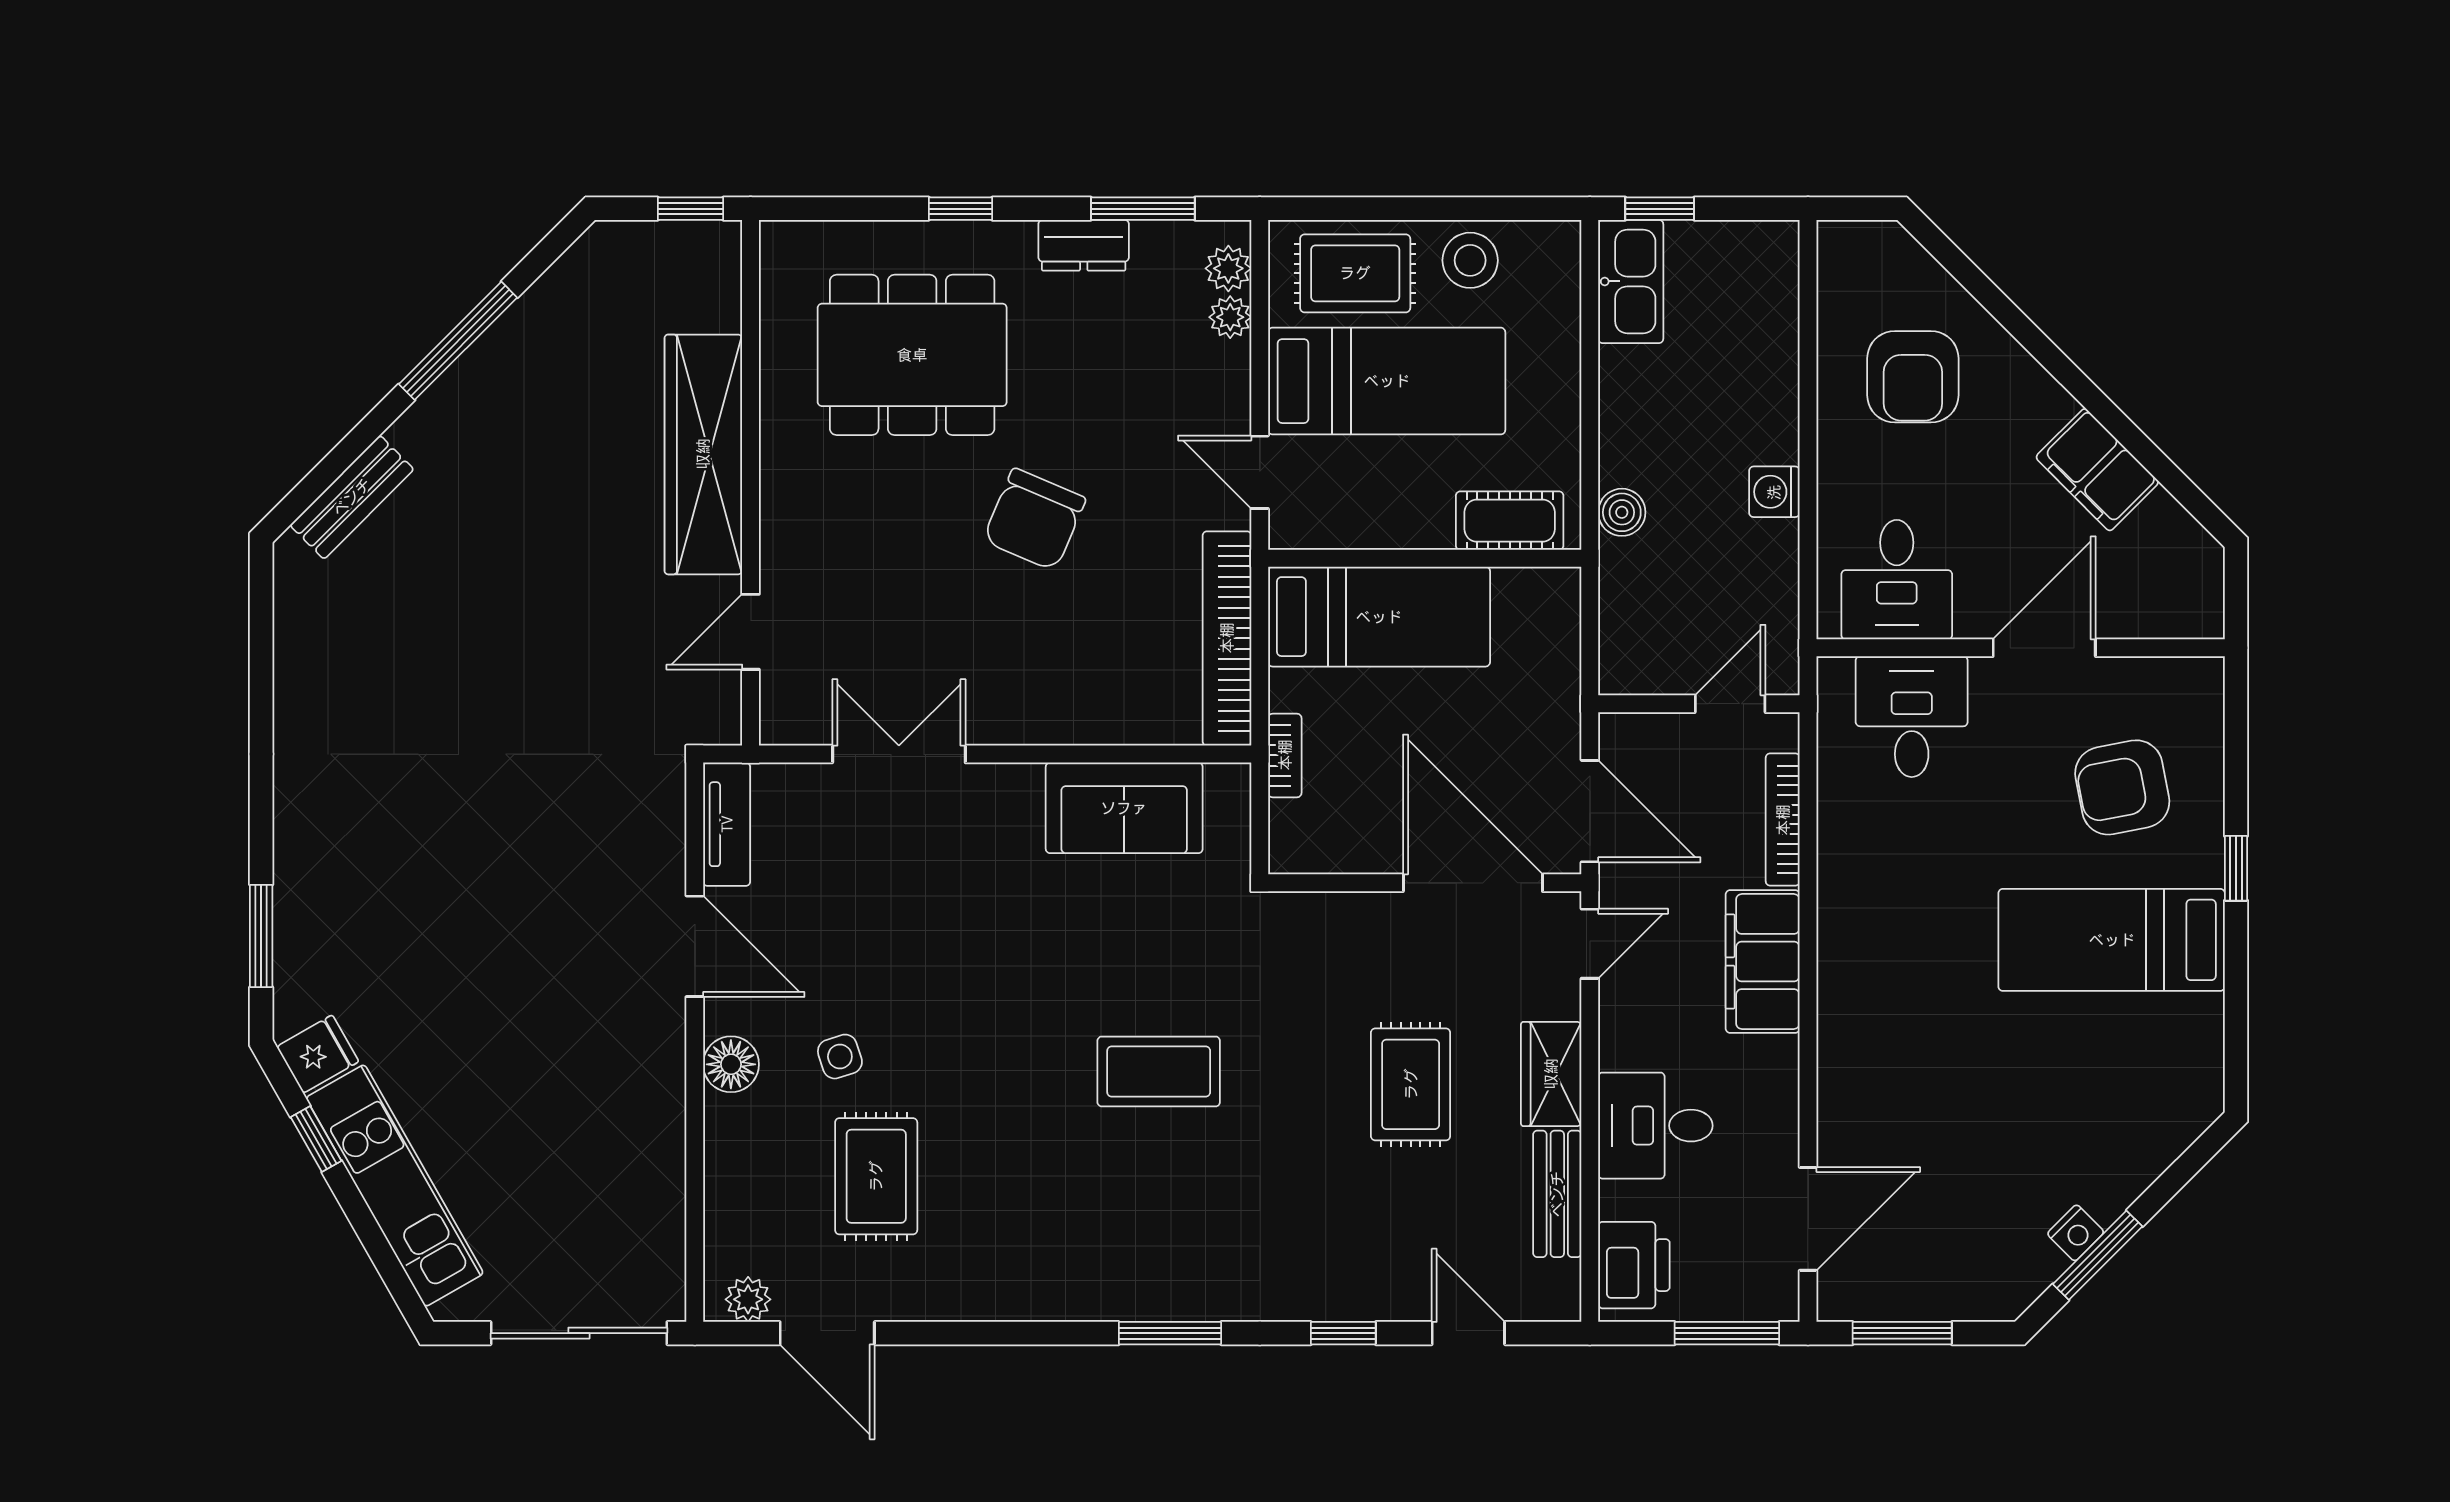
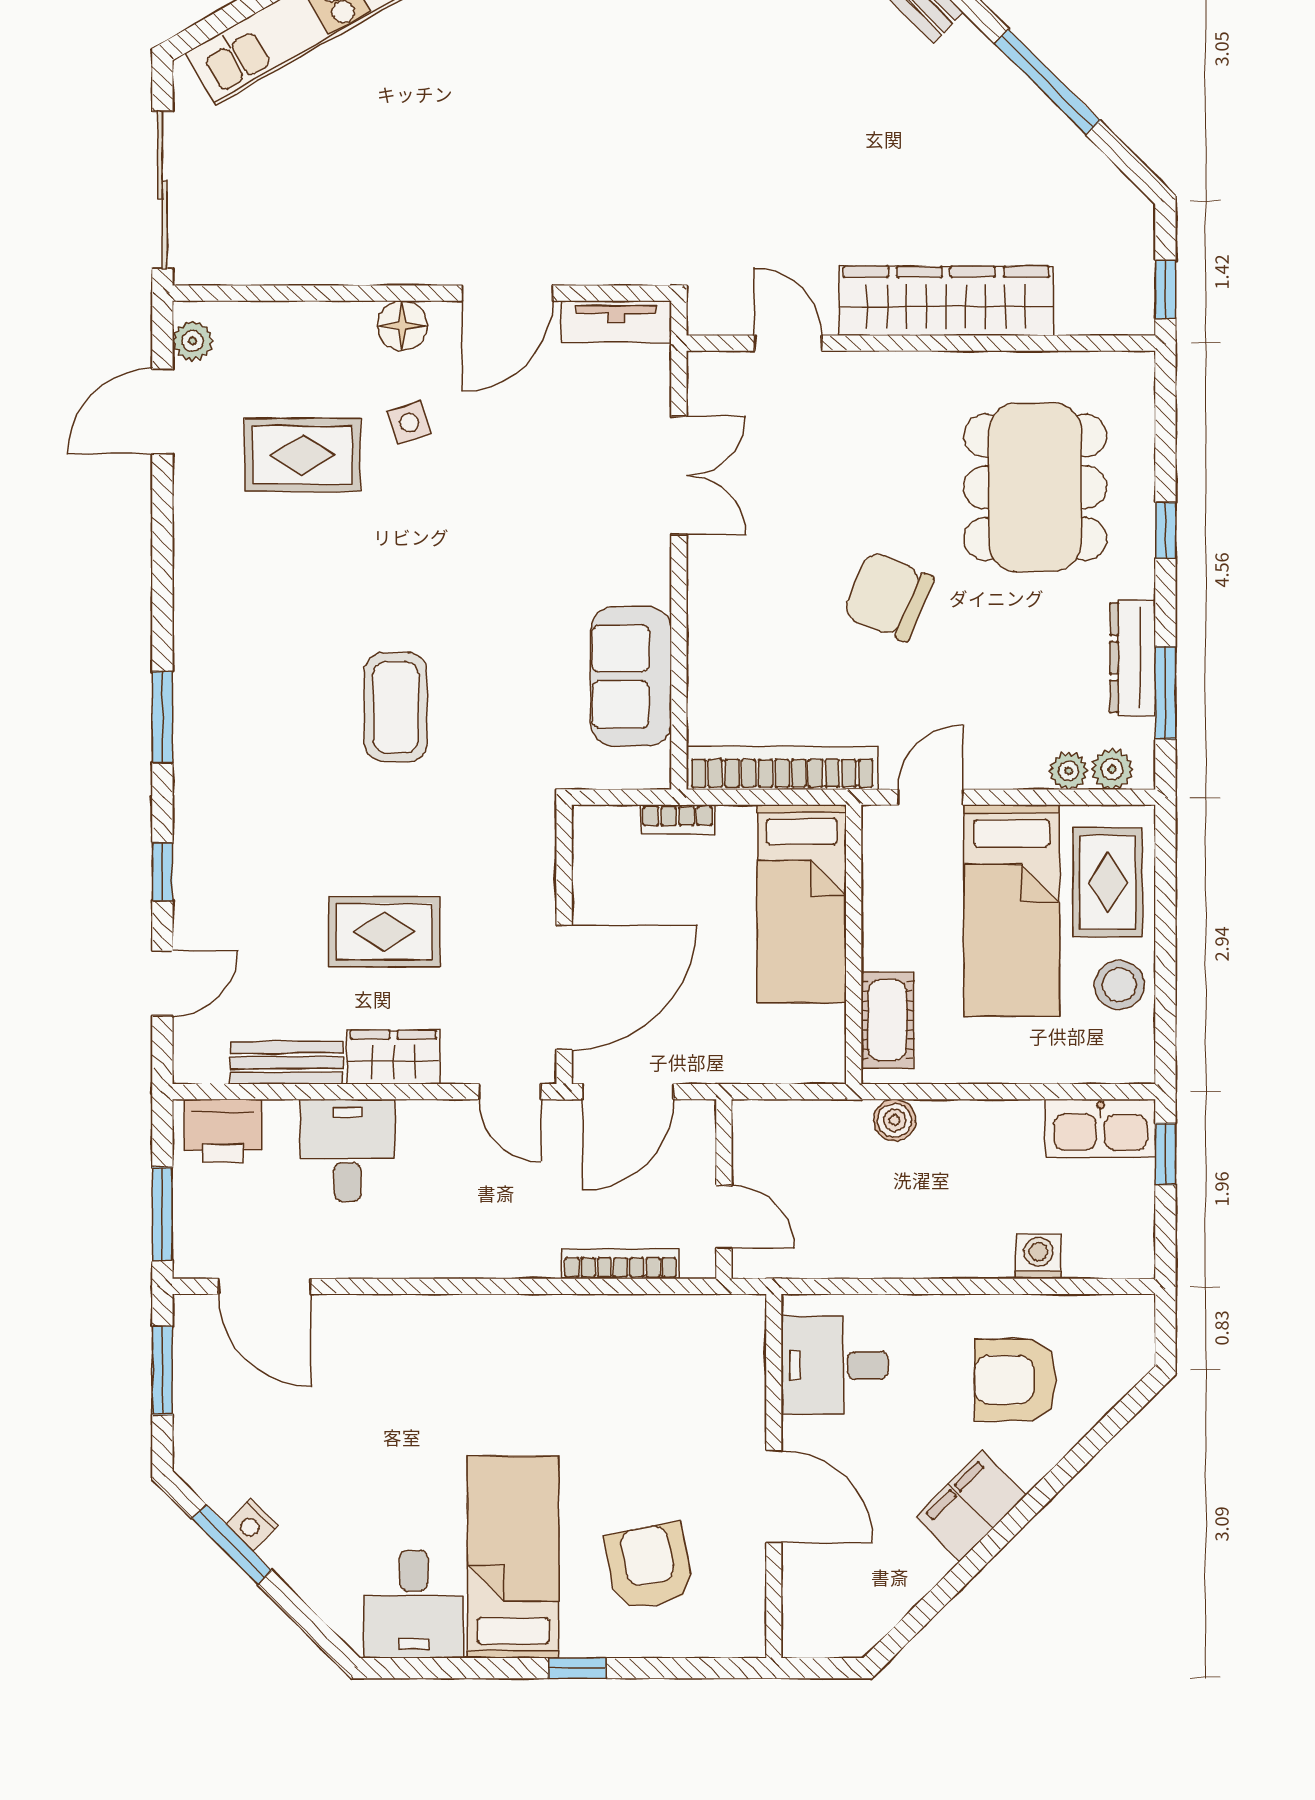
dresser: (1084, 245) -> (1133, 658), width x1.44
filing cabinet: (2097, 470) -> (971, 1506), moved
washing machine: (1774, 492) -> (1038, 1256), moved
desk: (1912, 717) -> (414, 1604), moved, turned 90
filing cabinet: (1763, 961) -> (494, 1246), removed

